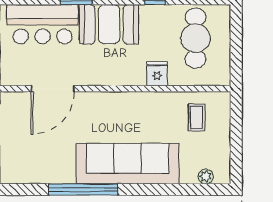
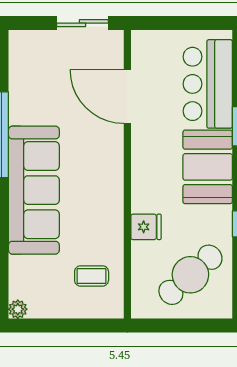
cafe table: (195, 38) -> (190, 275), turned -42
plant: (206, 176) -> (18, 309), moved

